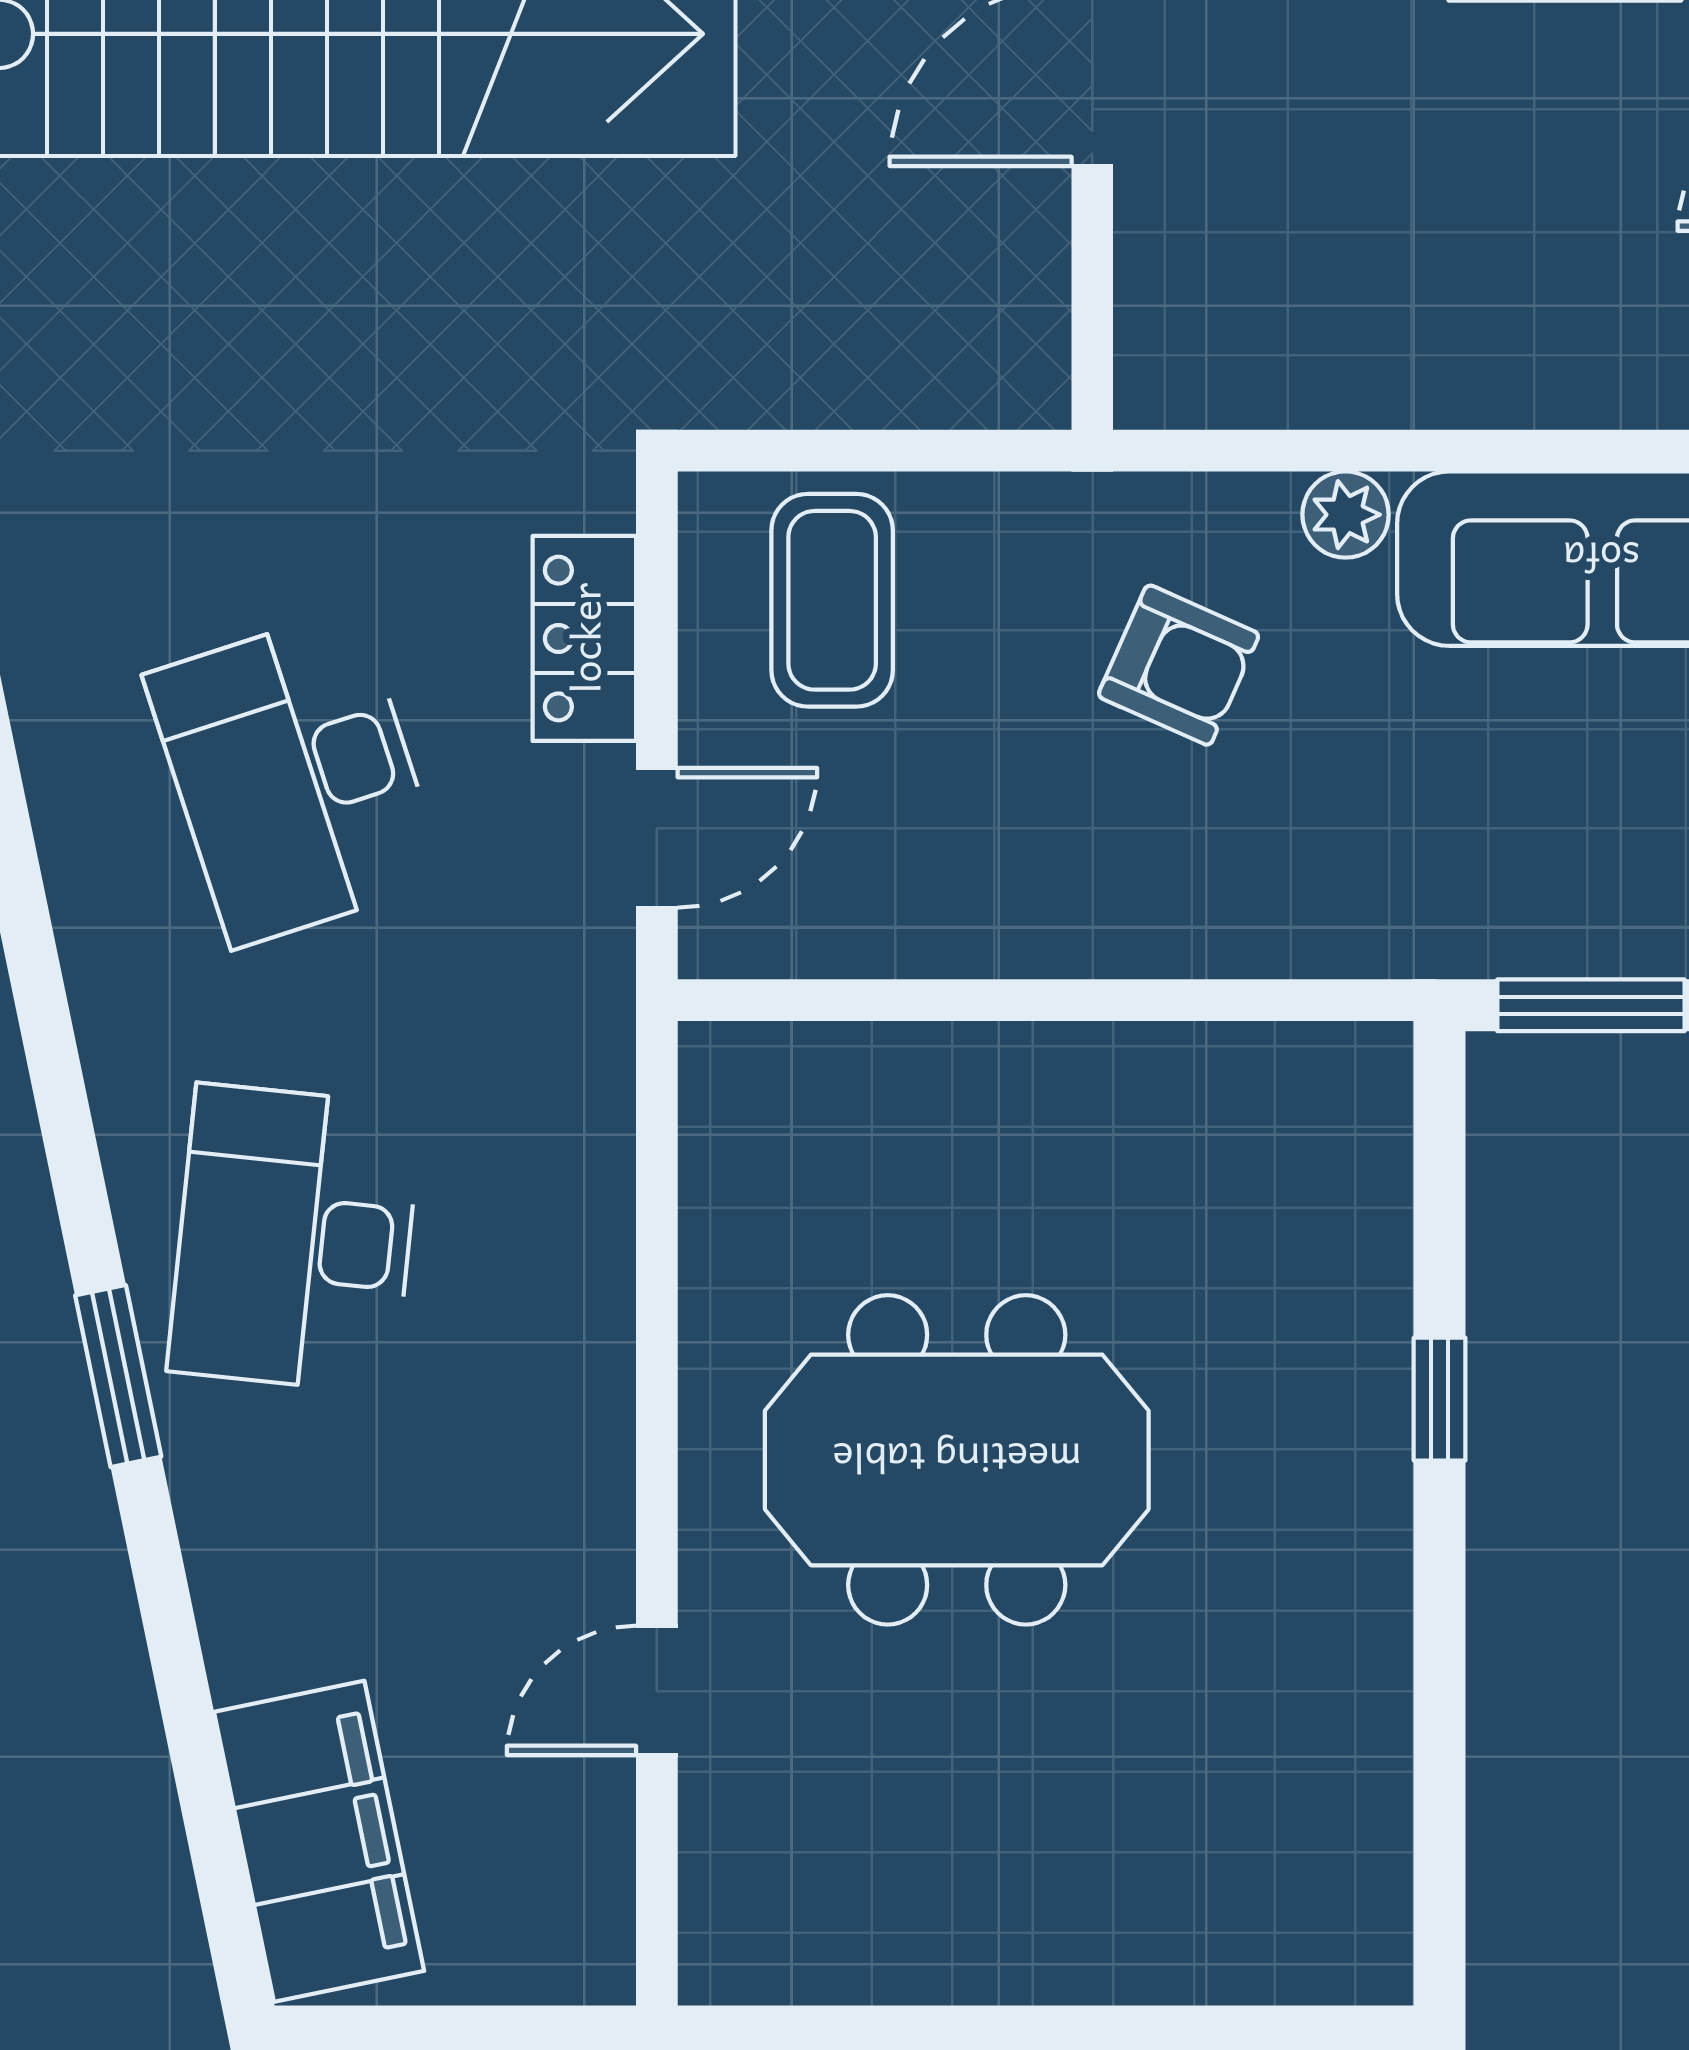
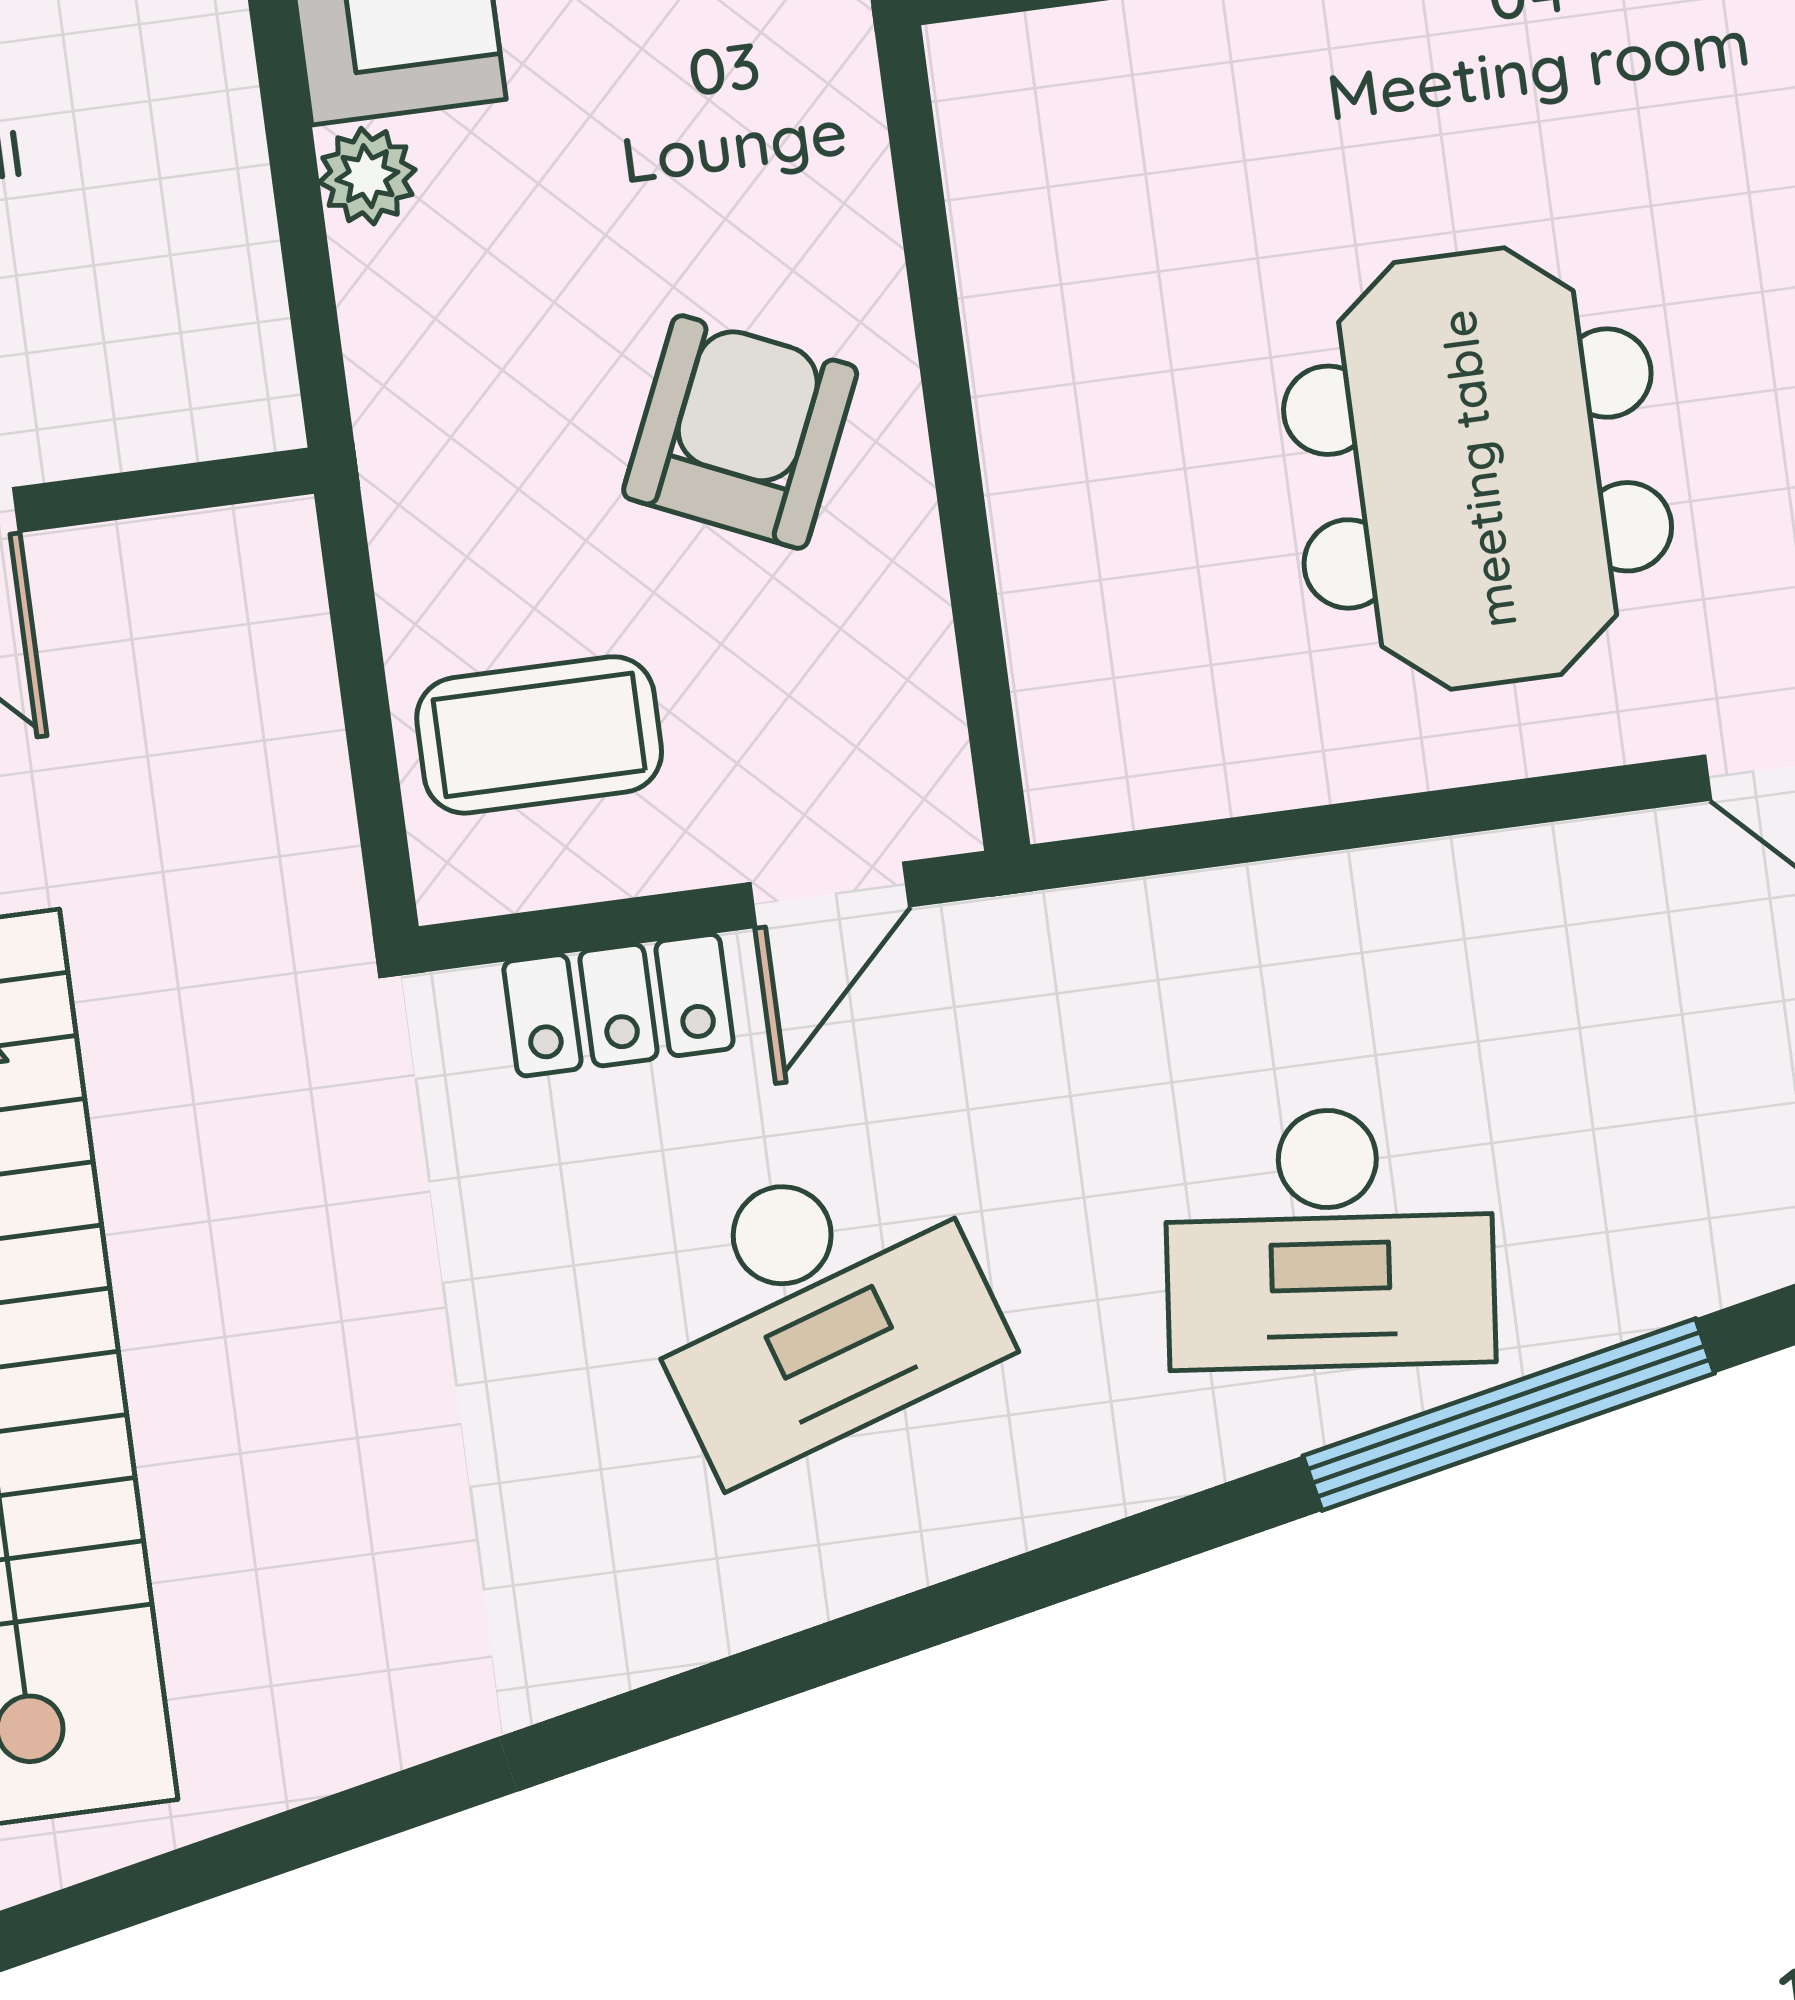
armchair: (1179, 665) -> (740, 432), moved, width x1.38, depth x1.38
door: (657, 838) -> (830, 895), swing flipped
window: (118, 1376) -> (1509, 1414), width x2.11

